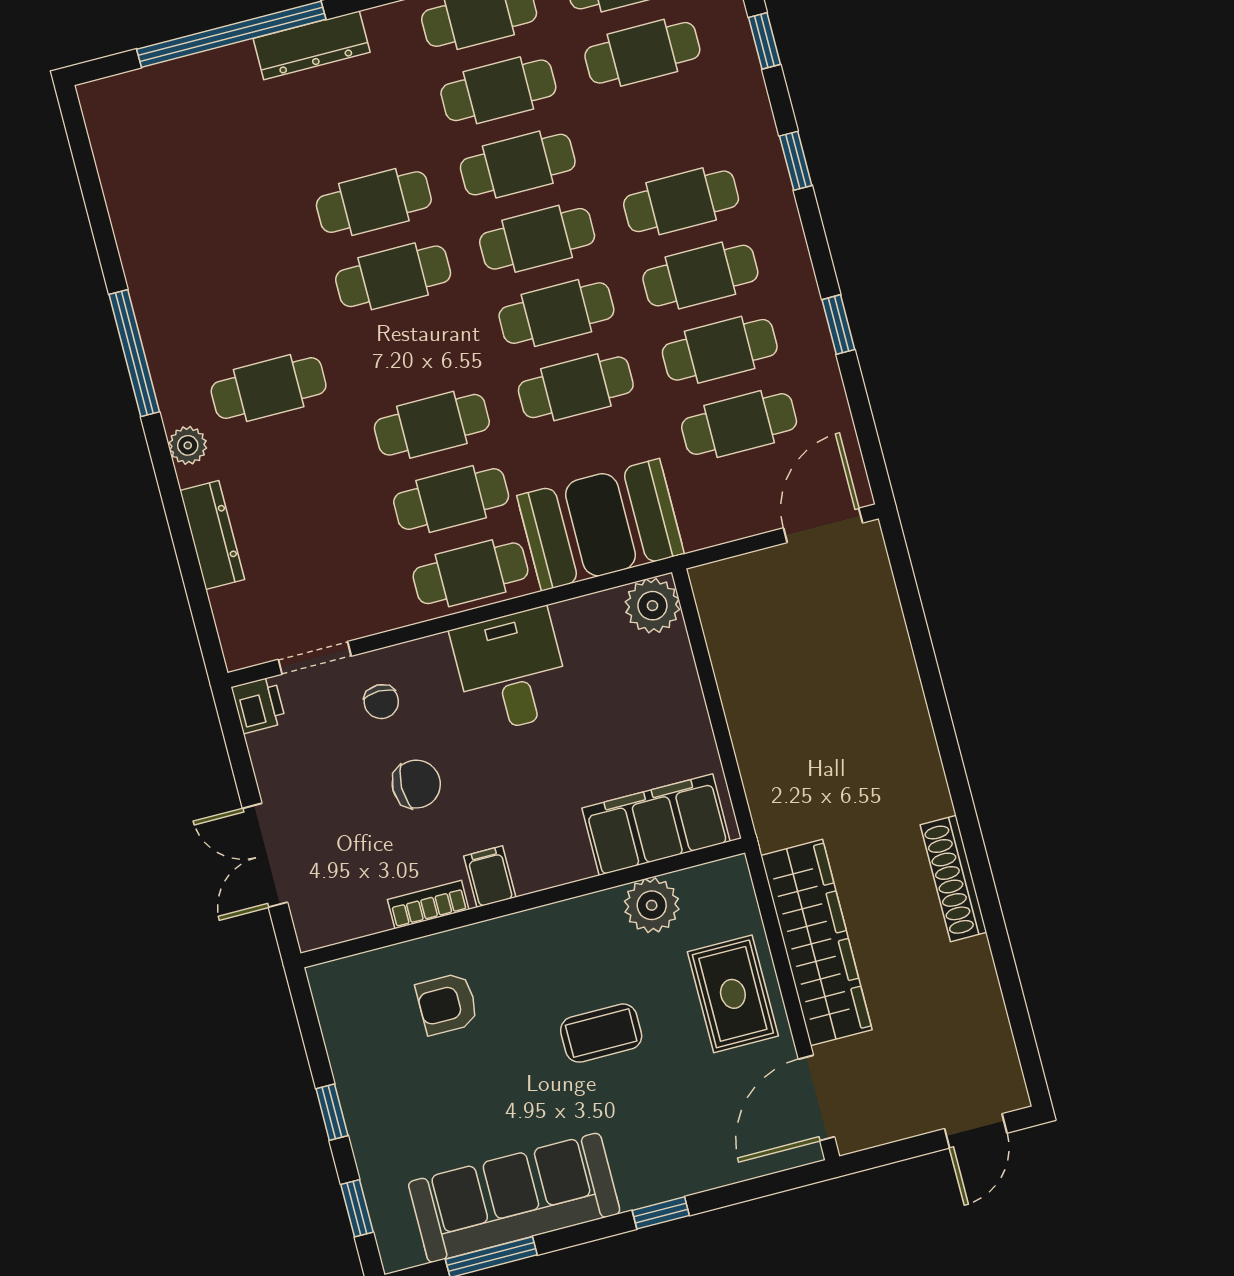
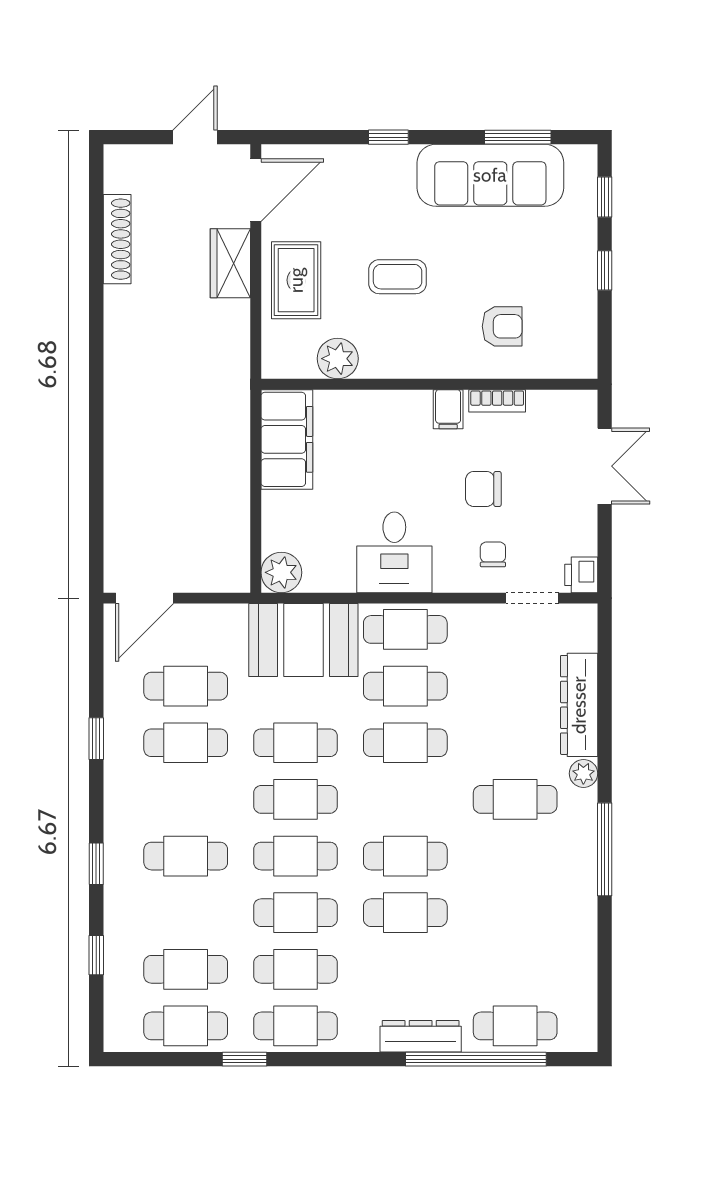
cafe table: (700, 276) -> (515, 1026), moved
dresser: (212, 535) -> (579, 705), width x1.37, depth x1.24
filing cabinet: (656, 825) -> (287, 439), moved, turned -90
shoe rack: (954, 879) -> (117, 239), moved
wardrobe: (816, 943) -> (230, 263), width x0.48, depth x0.85
door: (976, 1131) -> (195, 137), moved

